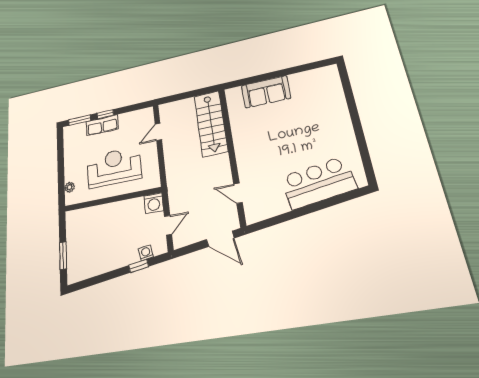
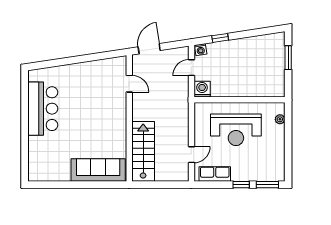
sofa: (266, 92) -> (98, 170), width x1.36
row of seats: (102, 125) -> (215, 174), moved
bar counter: (318, 183) -> (43, 109), moved, turned -81
door: (220, 239) -> (149, 49), hinge flipped
washing machine: (146, 253) -> (201, 50), moved

